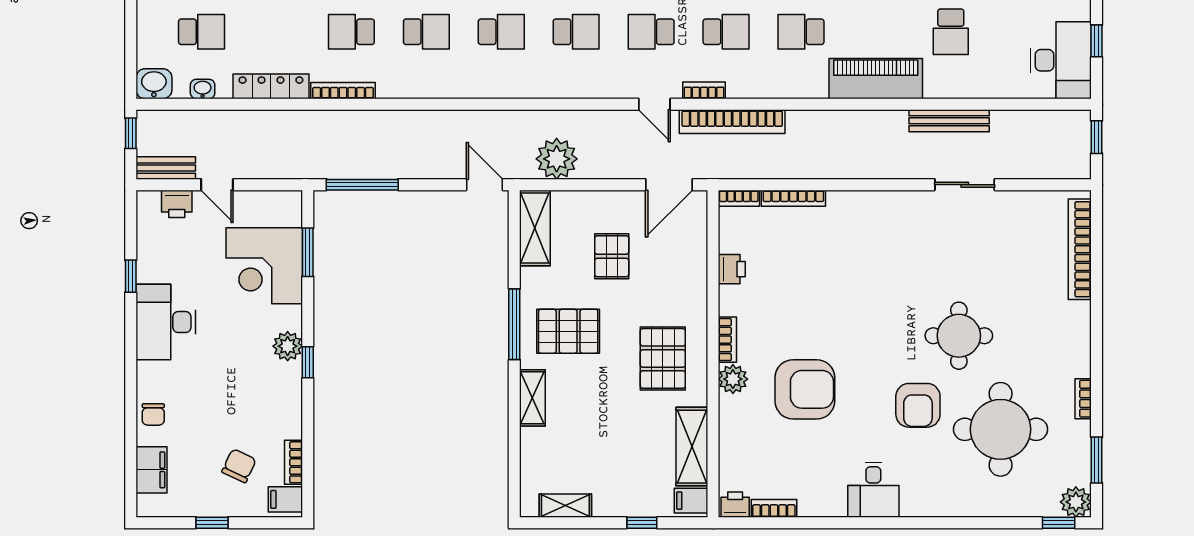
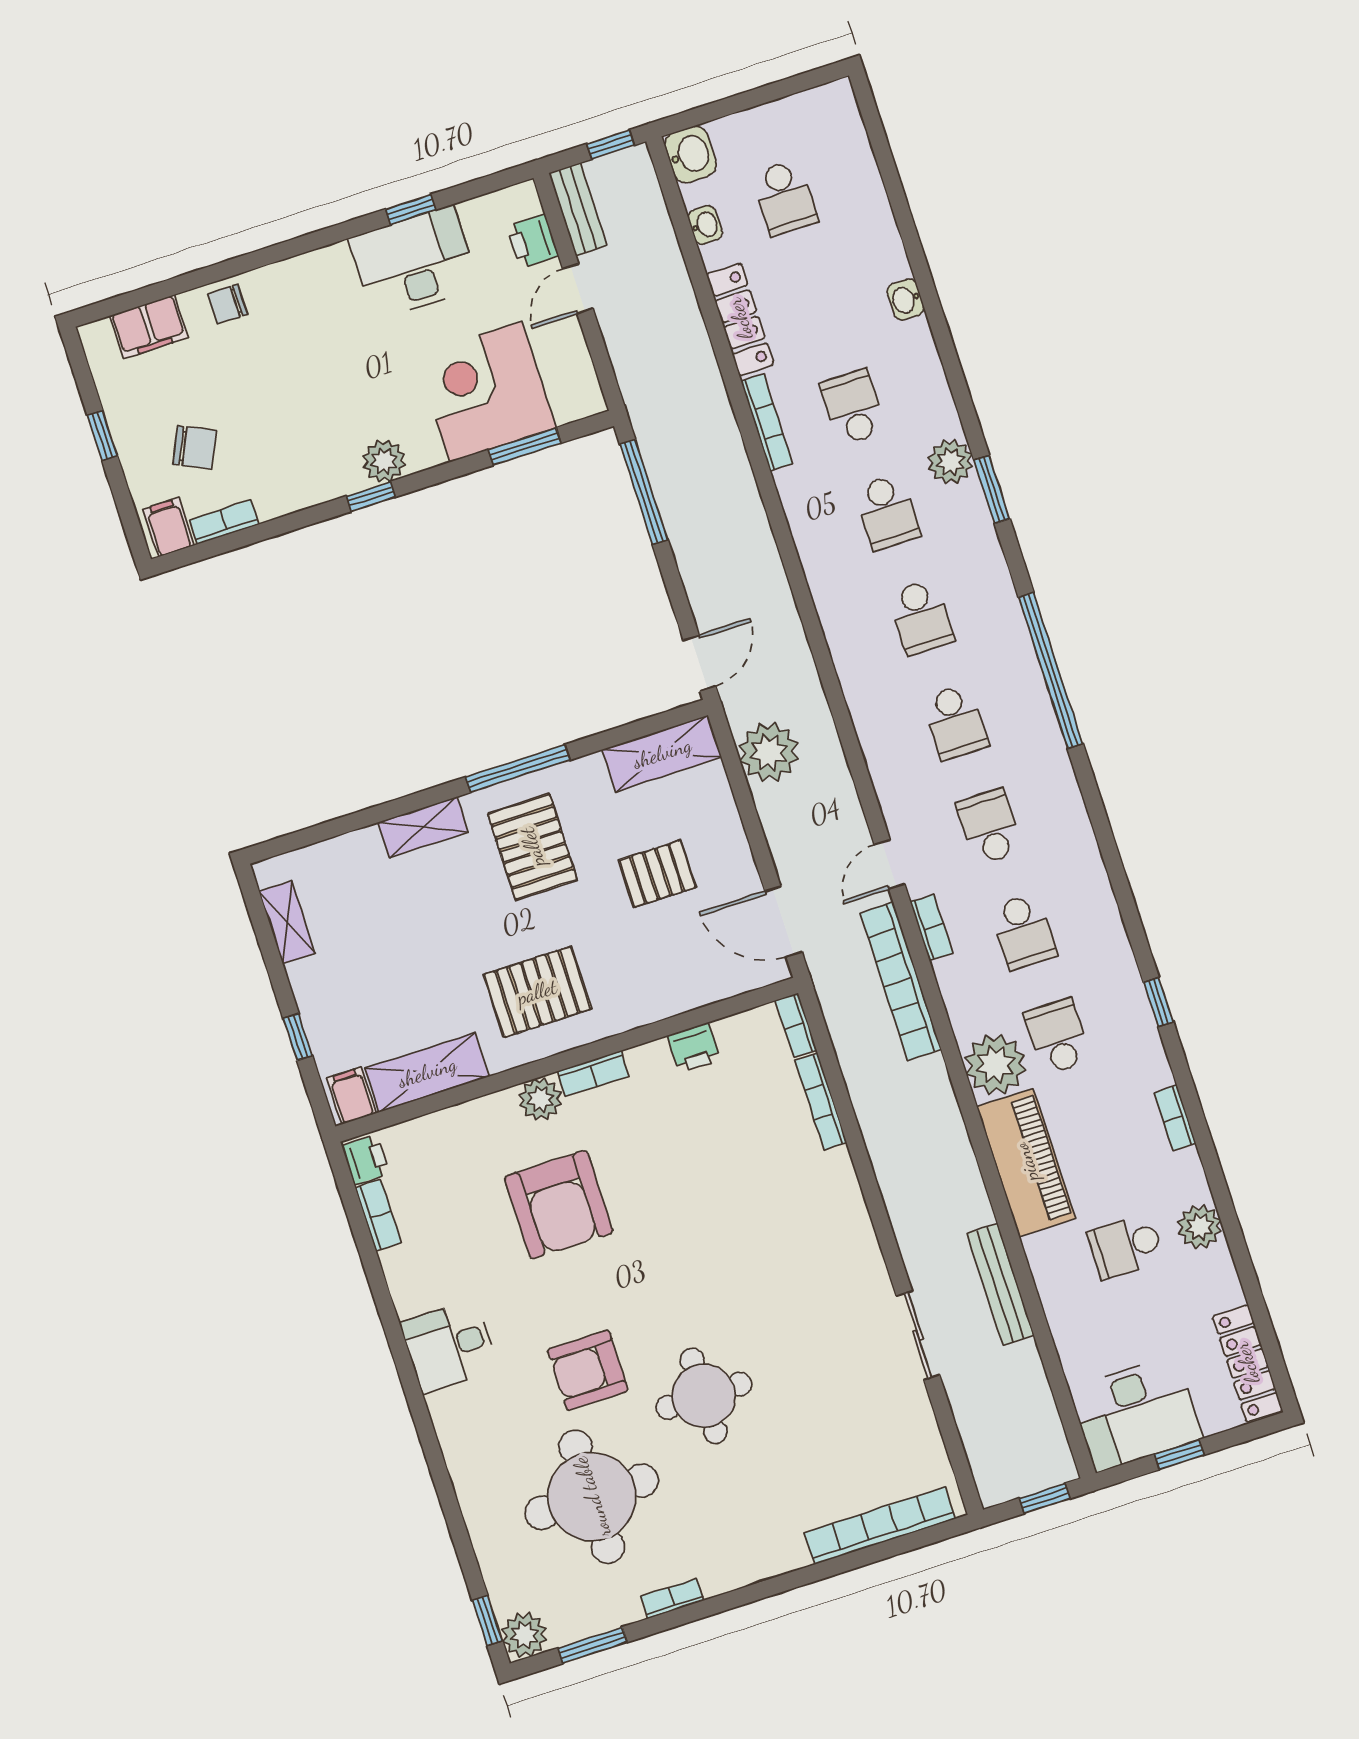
plant: (806, 78) -> (995, 1065), added
desk: (166, 322) -> (414, 263), moved

